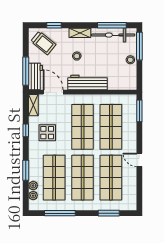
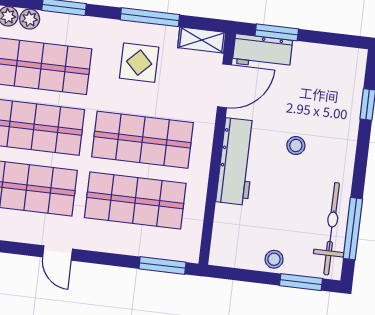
shelving: (80, 33) -> (345, 158), removed
trolley: (43, 43) -> (332, 77), removed
window: (139, 46) -> (301, 282), width x0.69
window: (26, 71) -> (277, 32), width x0.69
window: (26, 130) -> (150, 17), width x2.17
door: (139, 160) -> (58, 253), swing flipped

